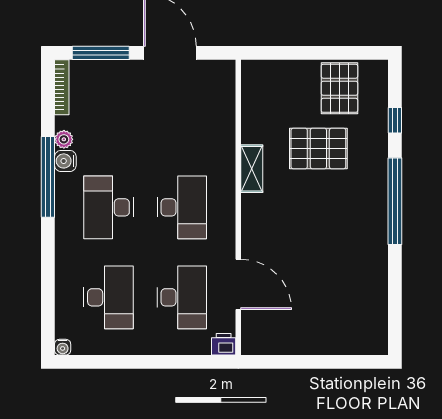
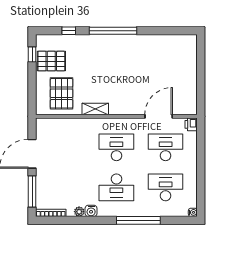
window: (352, 53) -> (32, 54), added
pallet: (318, 149) -> (62, 93), moved
window: (48, 177) -> (138, 220), moved

